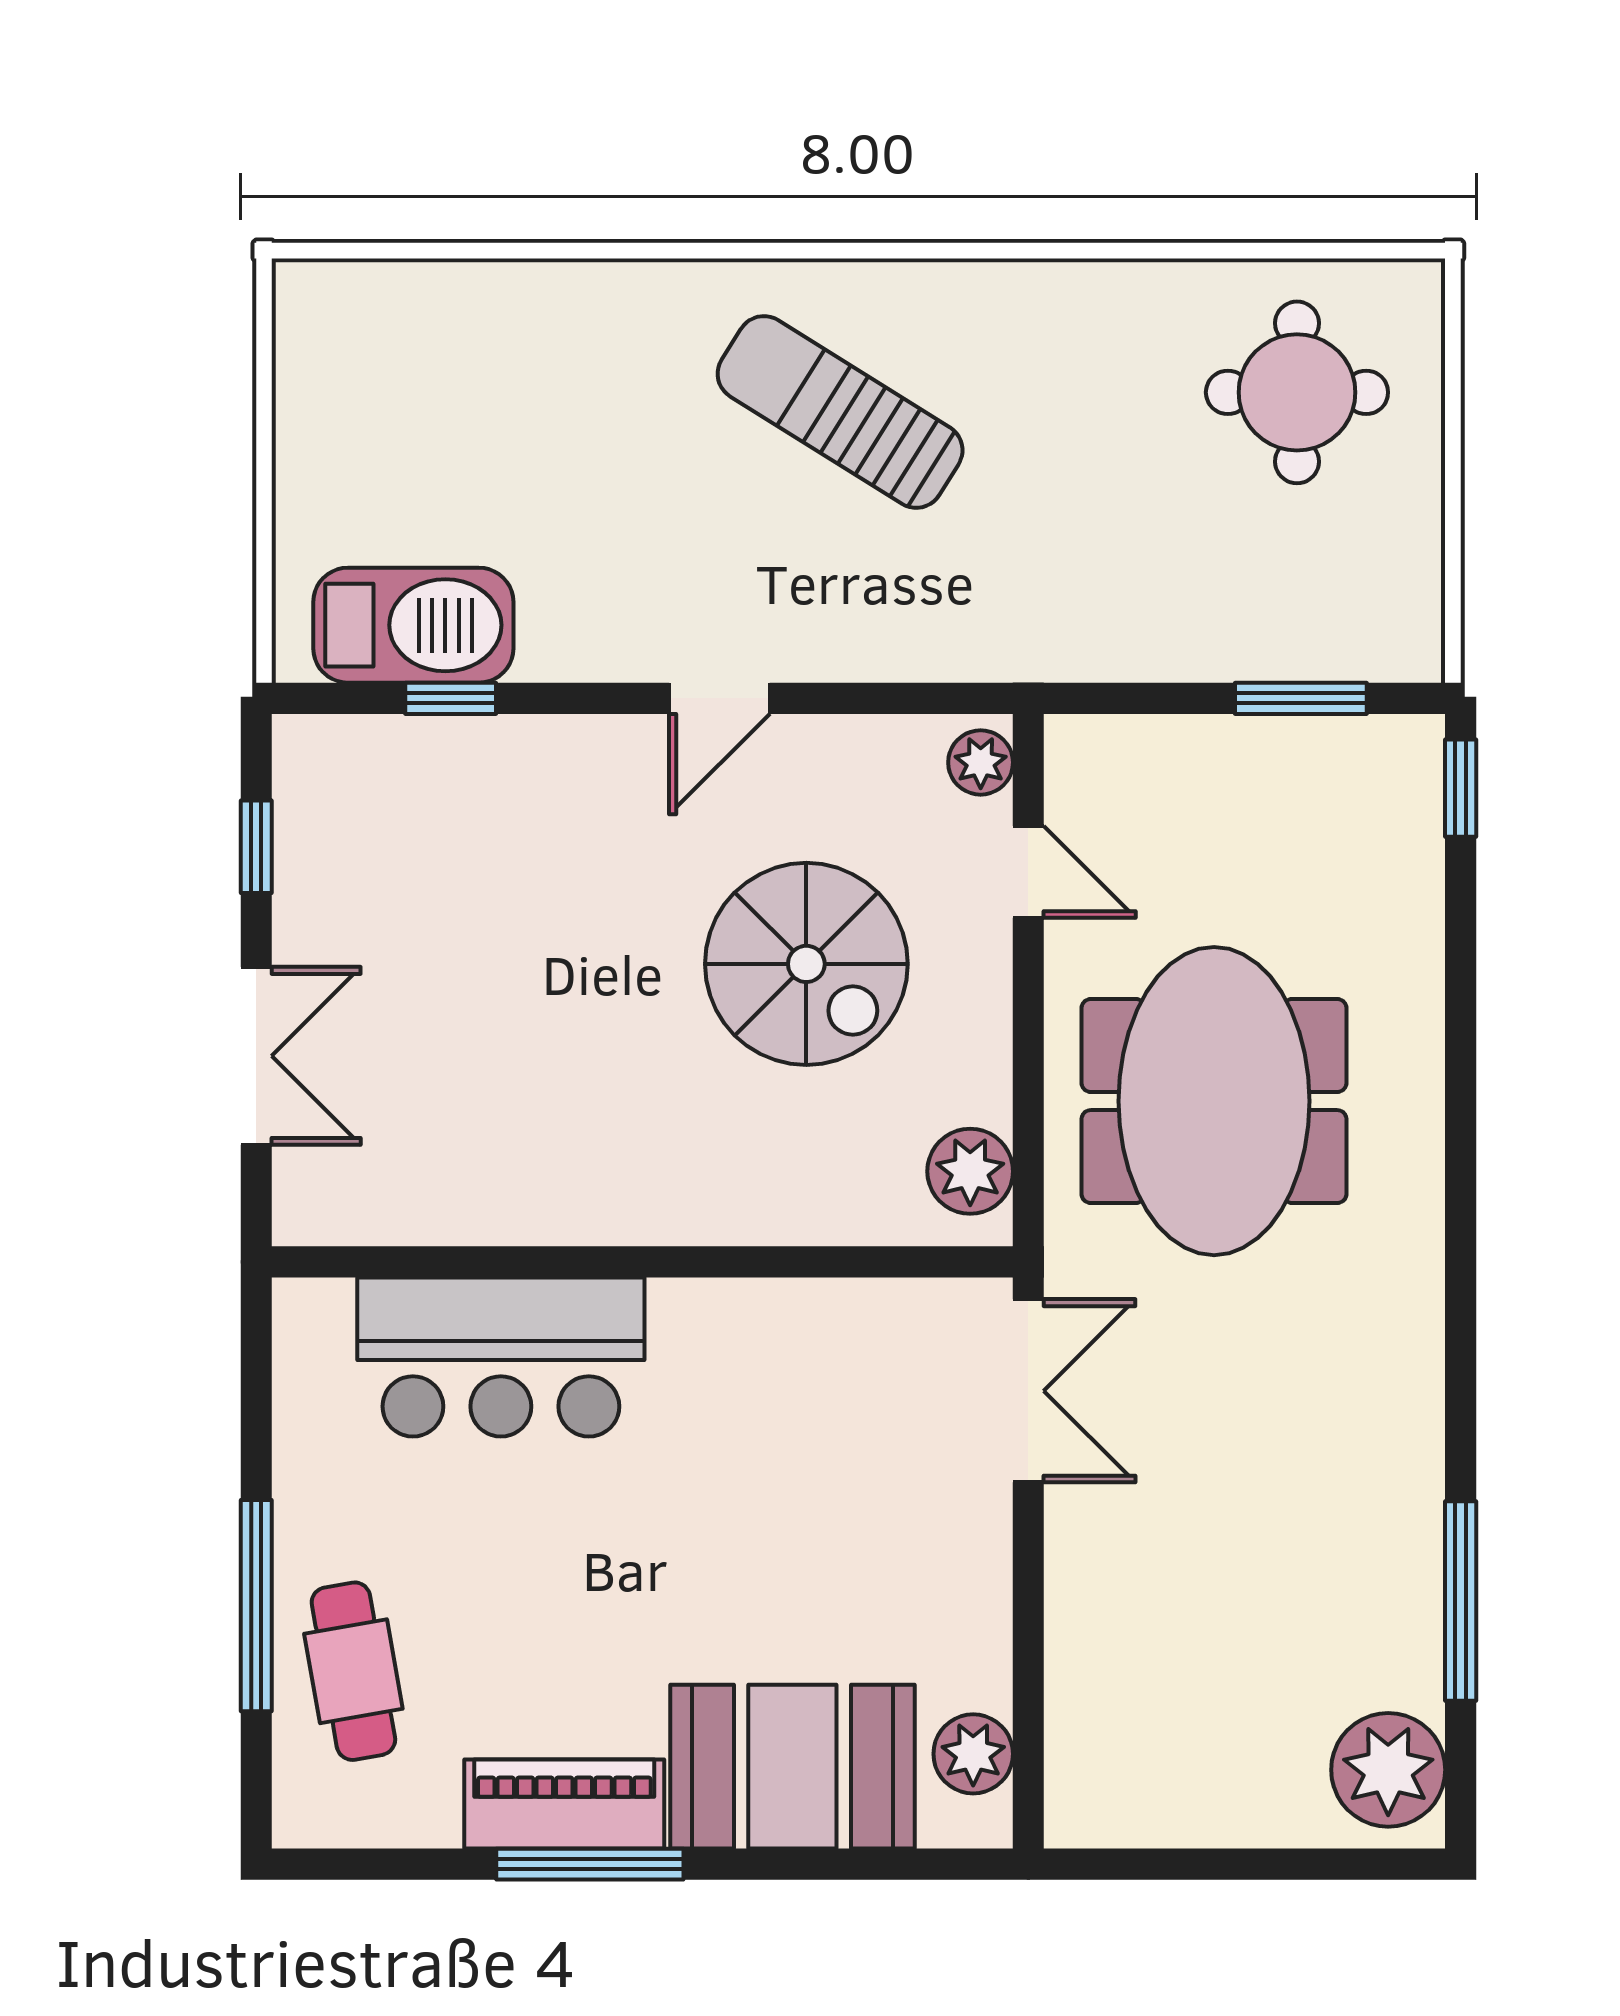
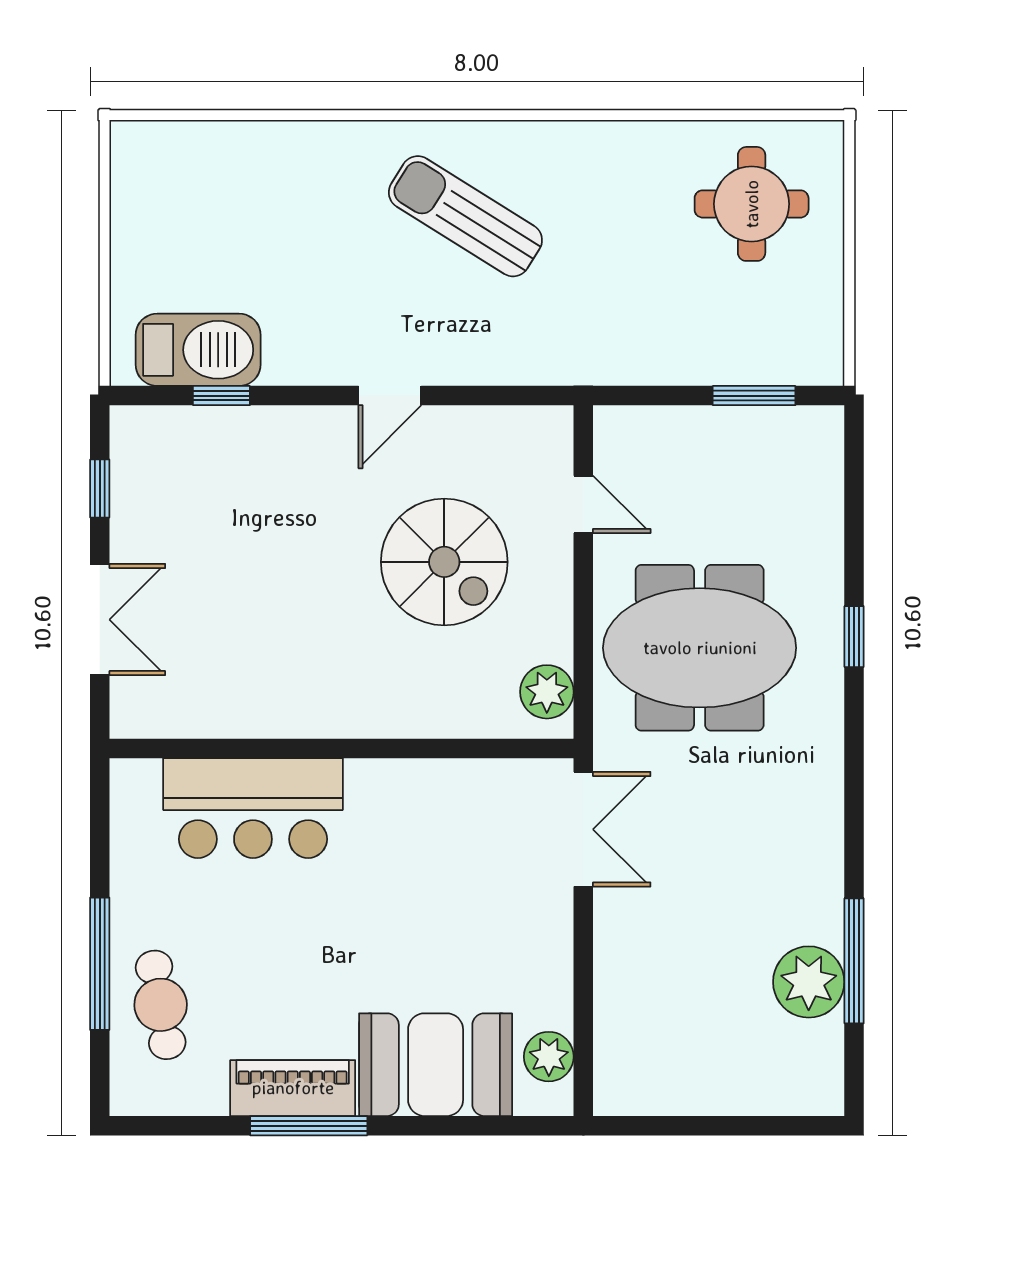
plant: (981, 762) -> (553, 436), removed
window: (1461, 788) -> (854, 637), moved
meeting table: (1214, 1101) -> (700, 648), turned 90
plant: (1388, 1770) -> (809, 982), moved

